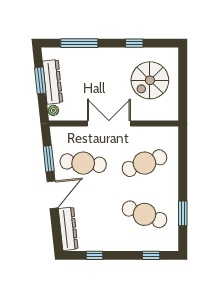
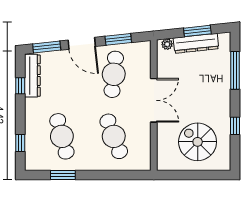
cafe table: (144, 214) -> (62, 136), turned -36
window: (56, 229) -> (47, 47), added
dresser: (68, 229) -> (32, 76), moved, turned -84

